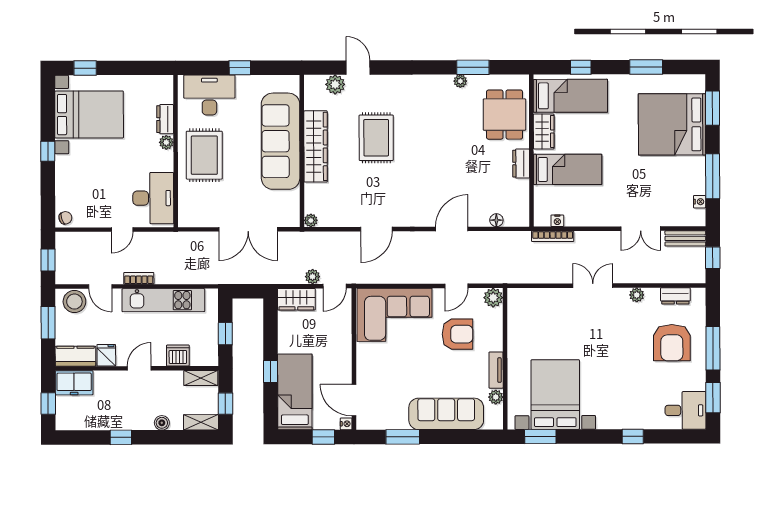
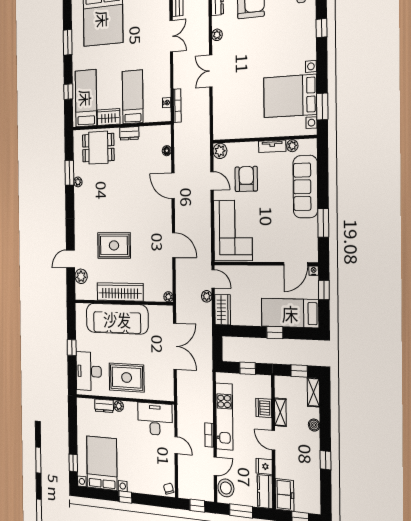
shelving: (201, 378) -> (280, 412), moved

